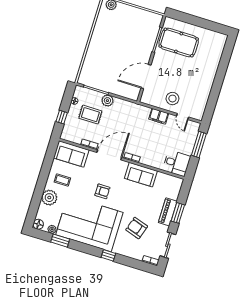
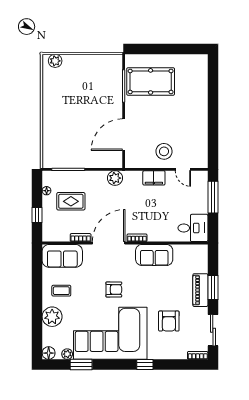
plant: (107, 101) -> (115, 178), moved
armchair: (137, 228) -> (169, 321), turned -108

